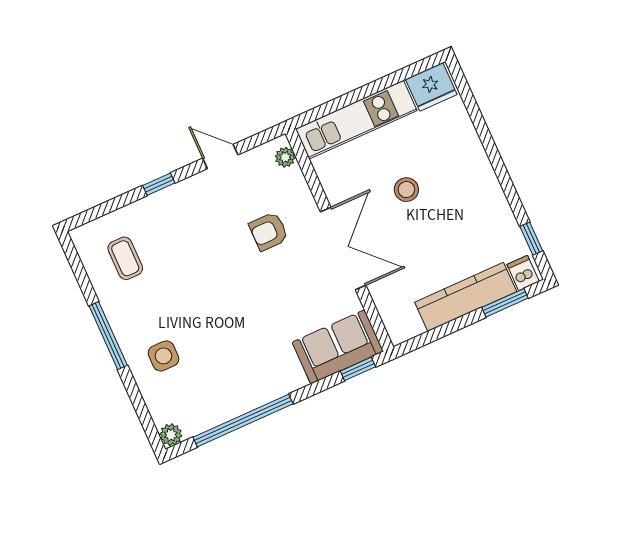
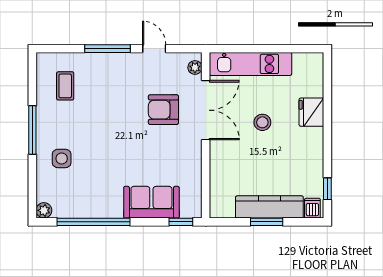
fridge: (431, 87) -> (311, 112), moved, turned 90
window: (159, 184) -> (107, 49), width x2.17
armchair: (269, 231) -> (163, 110), width x1.38, depth x1.38
double door: (343, 249) -> (206, 110), moved
window: (505, 303) -> (267, 222), moved
sofa: (338, 347) -> (151, 202), moved

